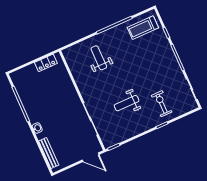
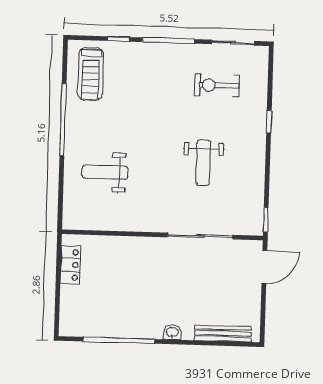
exercise bike: (162, 104) -> (217, 85), moved

